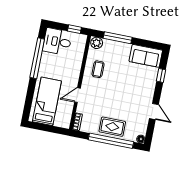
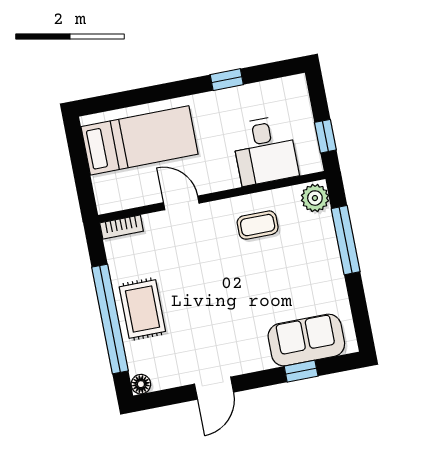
desk: (57, 42) -> (265, 150), moved, turned 180
sofa: (146, 56) -> (306, 340), moved, turned 90
window: (37, 58) -> (227, 80), width x0.32

